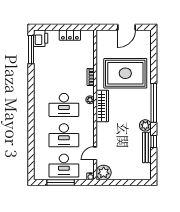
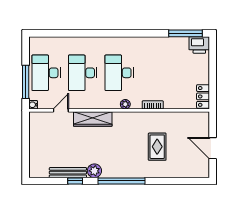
locker: (70, 35) -> (203, 96), moved
rug: (125, 73) -> (157, 147), width x0.54, depth x0.49
wardrobe: (102, 106) -> (93, 119), moved
door: (95, 153) -> (61, 110), hinge flipped
plant: (104, 173) -> (38, 121), removed
window: (61, 183) -> (26, 82), moved

